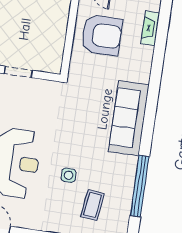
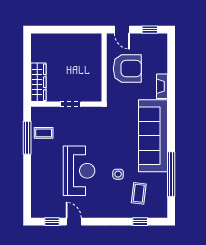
fireplace: (150, 28) -> (162, 86), moved
sofa: (129, 118) -> (153, 136), width x1.36, depth x1.27

